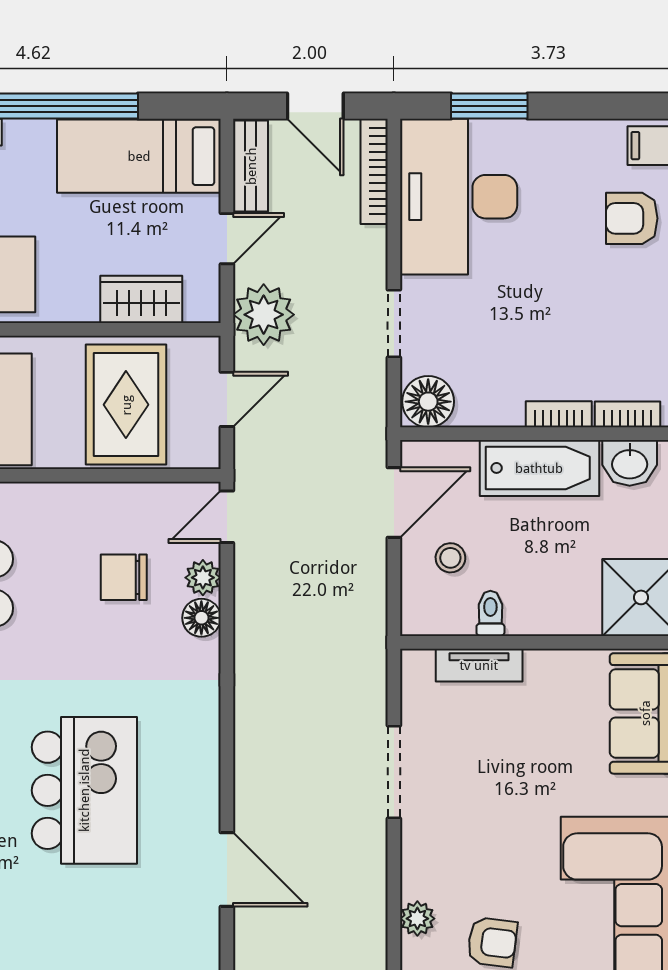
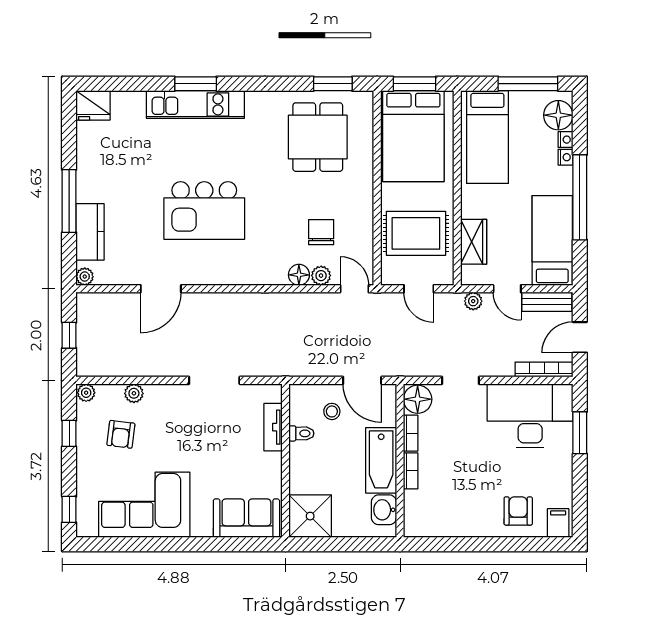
plant: (264, 315) -> (473, 301), width x0.53, depth x0.53
bookcase: (628, 414) -> (411, 433), moved

